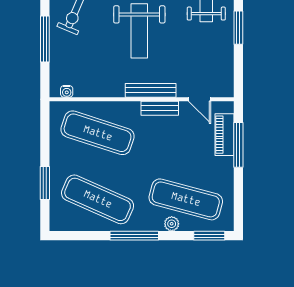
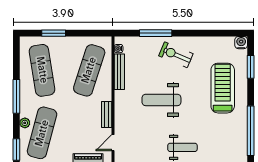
bench: (151, 90) -> (119, 72), moved
exercise mat: (98, 199) -> (42, 70), turned -33

